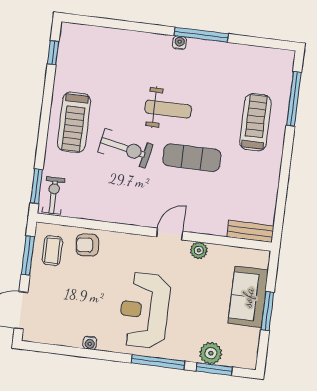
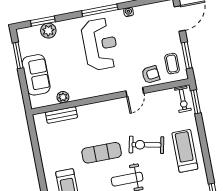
bench: (250, 231) -> (61, 115), moved
door: (170, 234) -> (135, 92), moved
plant: (199, 250) -> (63, 97), moved
window: (267, 311) -> (18, 55), moved
window: (158, 362) -> (100, 10), moved

